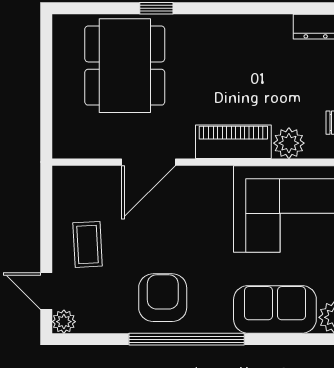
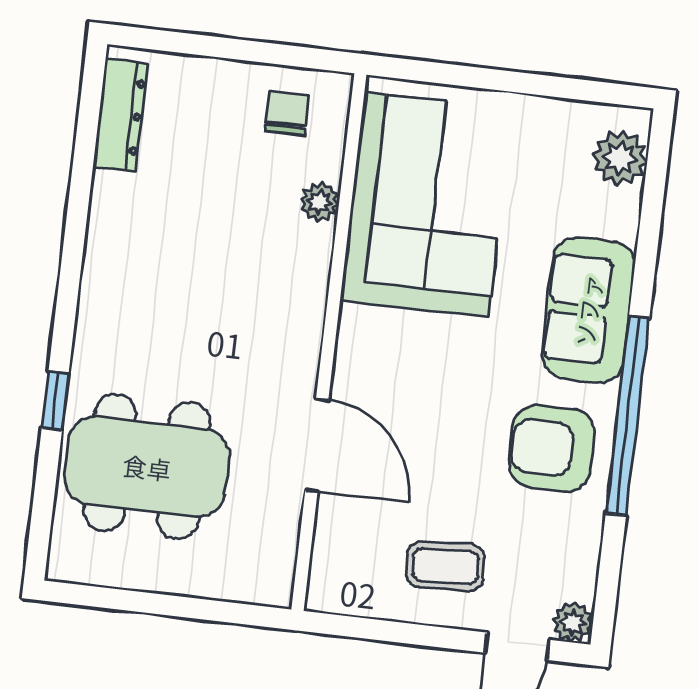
piano: (233, 142) -> (299, 296), removed
plant: (289, 143) -> (320, 202), width x0.73, depth x0.73
sofa: (275, 309) -> (588, 310), moved

